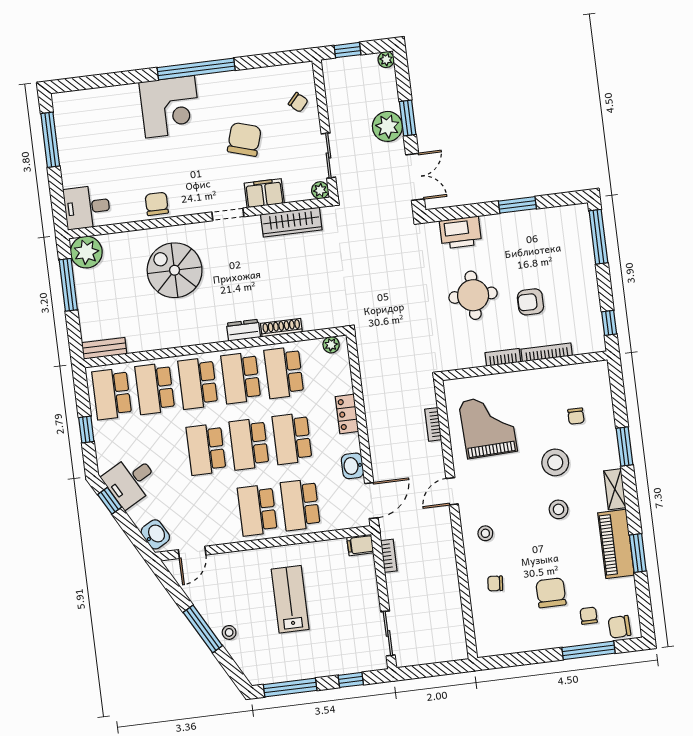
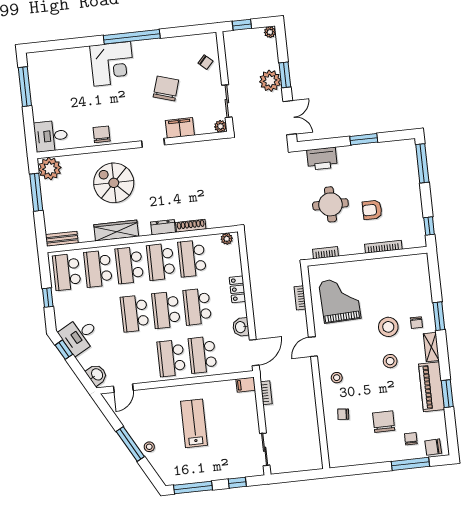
wardrobe: (291, 222) -> (116, 231), moved, turned 180
bookcase: (503, 357) -> (325, 253), moved
chair: (576, 416) -> (416, 323), moved

